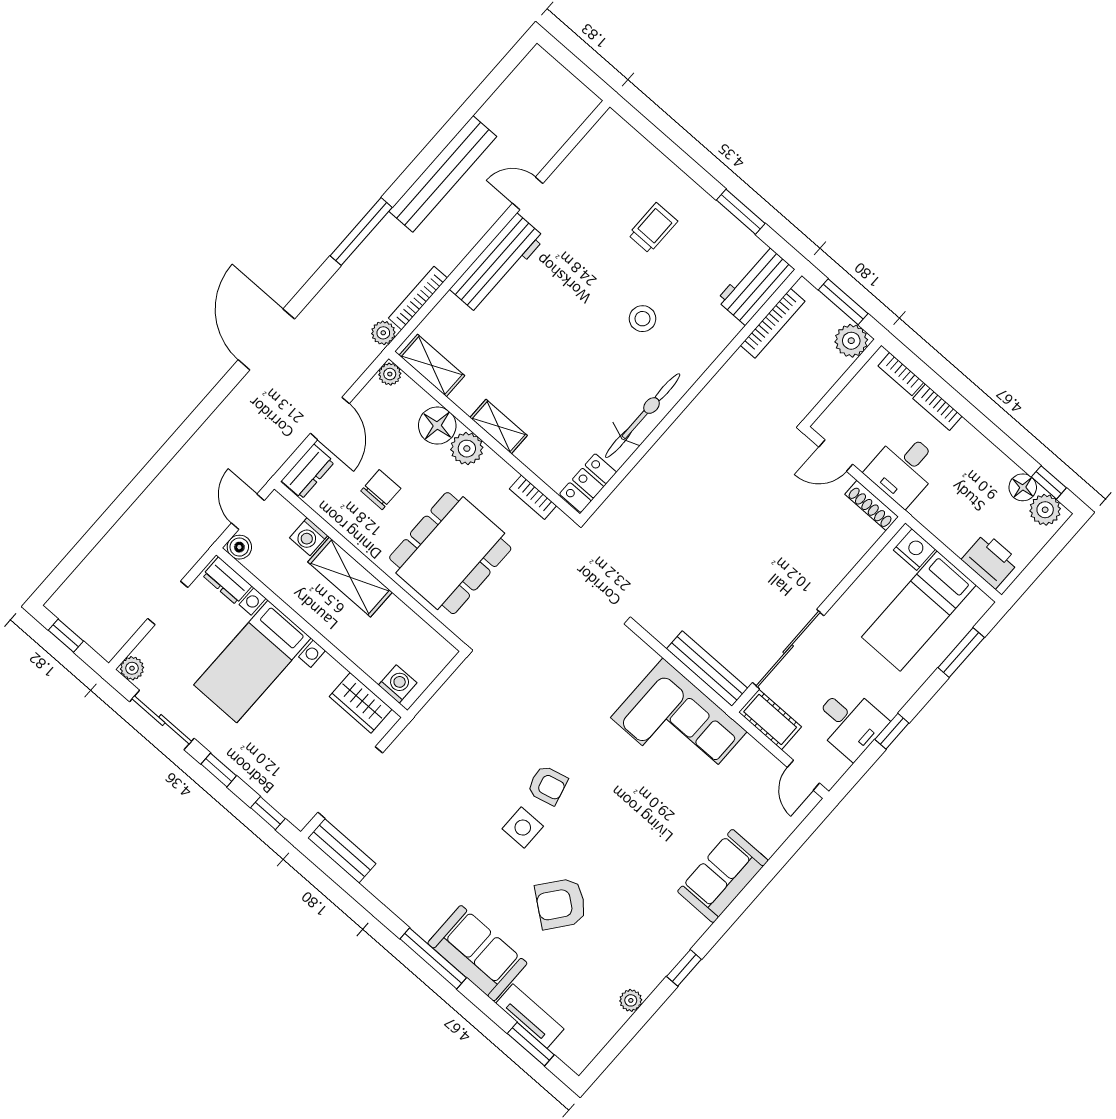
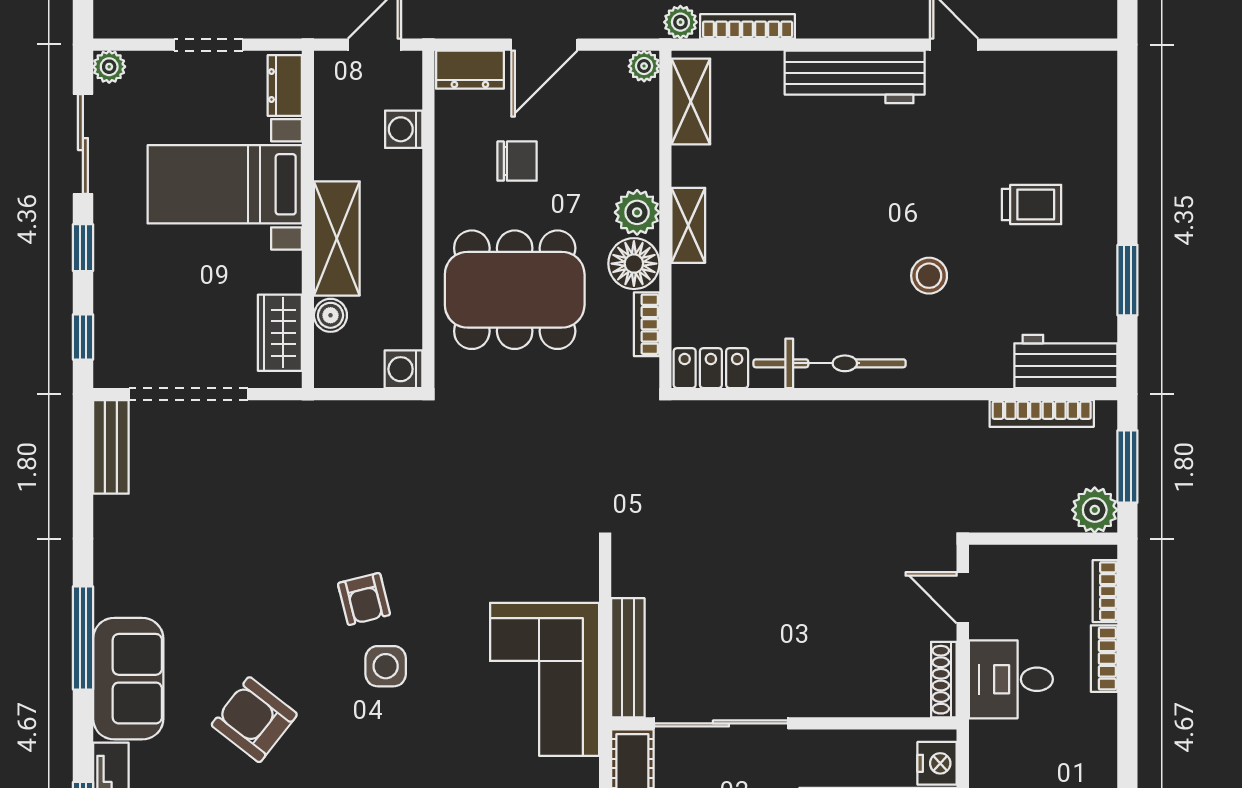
floor lamp: (437, 426) -> (634, 264), moved
boiler: (239, 547) -> (330, 315), moved
shelving: (350, 577) -> (337, 238), moved
washing machine: (398, 684) -> (404, 369), moved, turned 180
side table: (523, 828) -> (386, 666), moved

